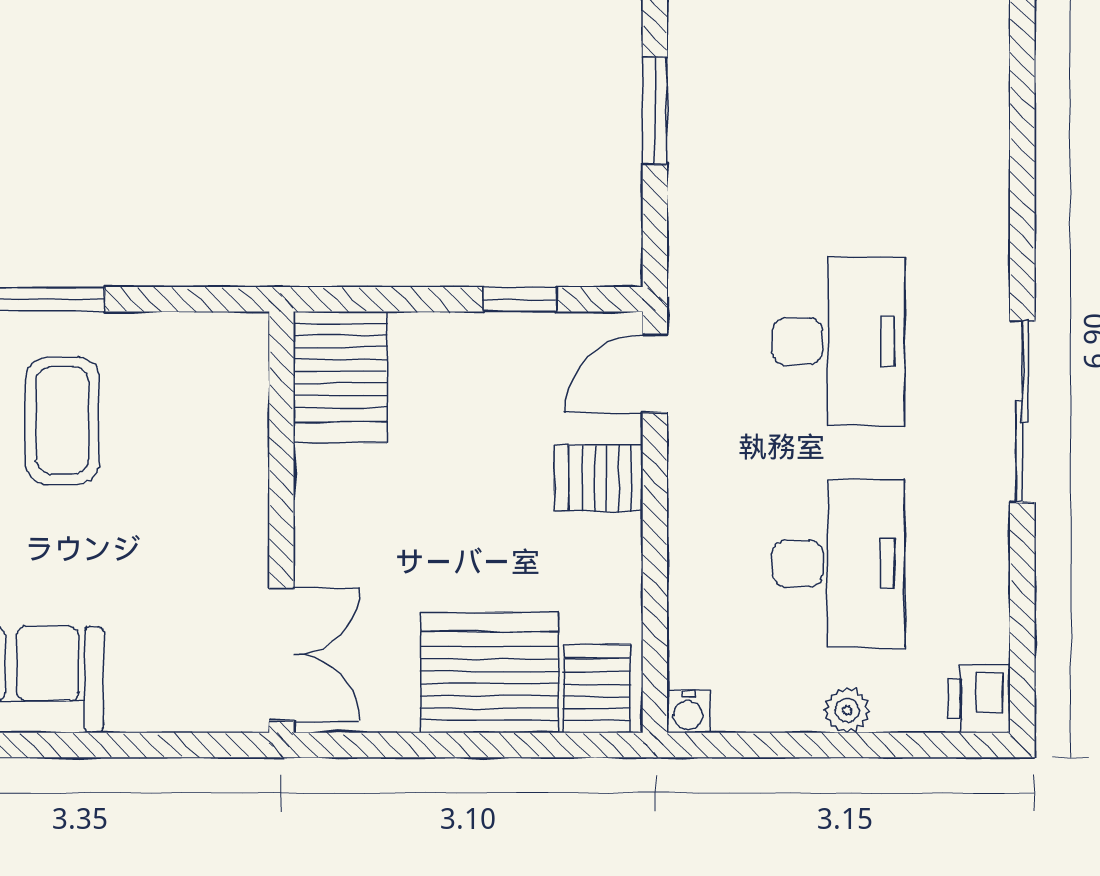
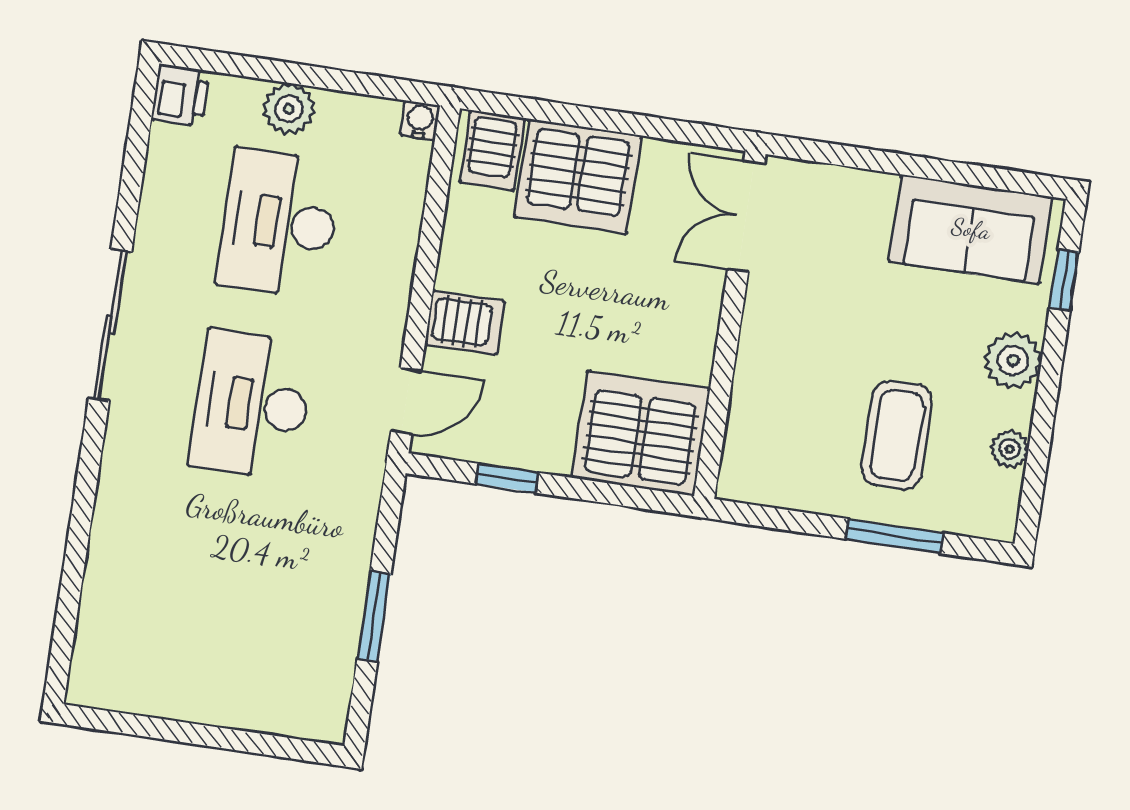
server rack: (340, 377) -> (641, 433), width x1.60
plant: (847, 710) -> (289, 109), width x1.38, depth x1.38

